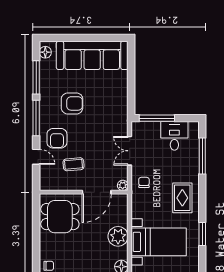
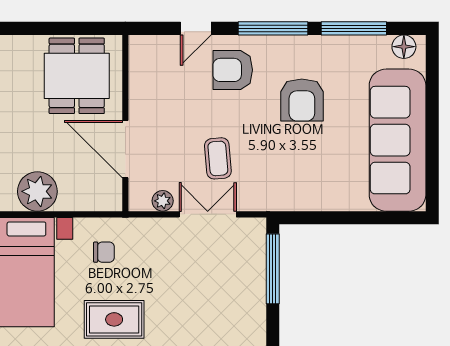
desk: (174, 136) -> (237, 304), removed
coffee table: (74, 164) -> (218, 158), moved
chair: (144, 182) -> (104, 252), moved
plant: (123, 185) -> (163, 201), moved

